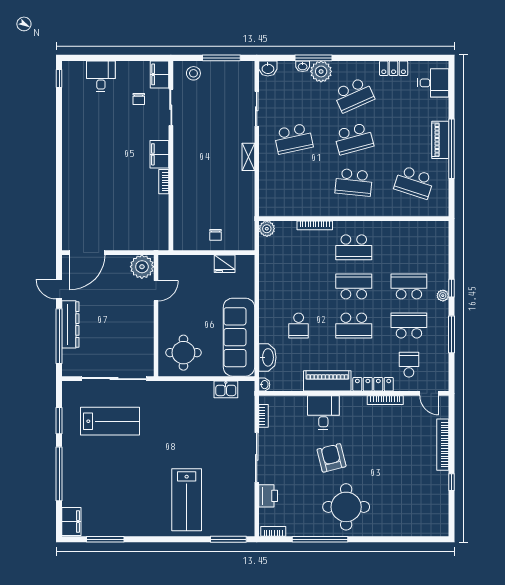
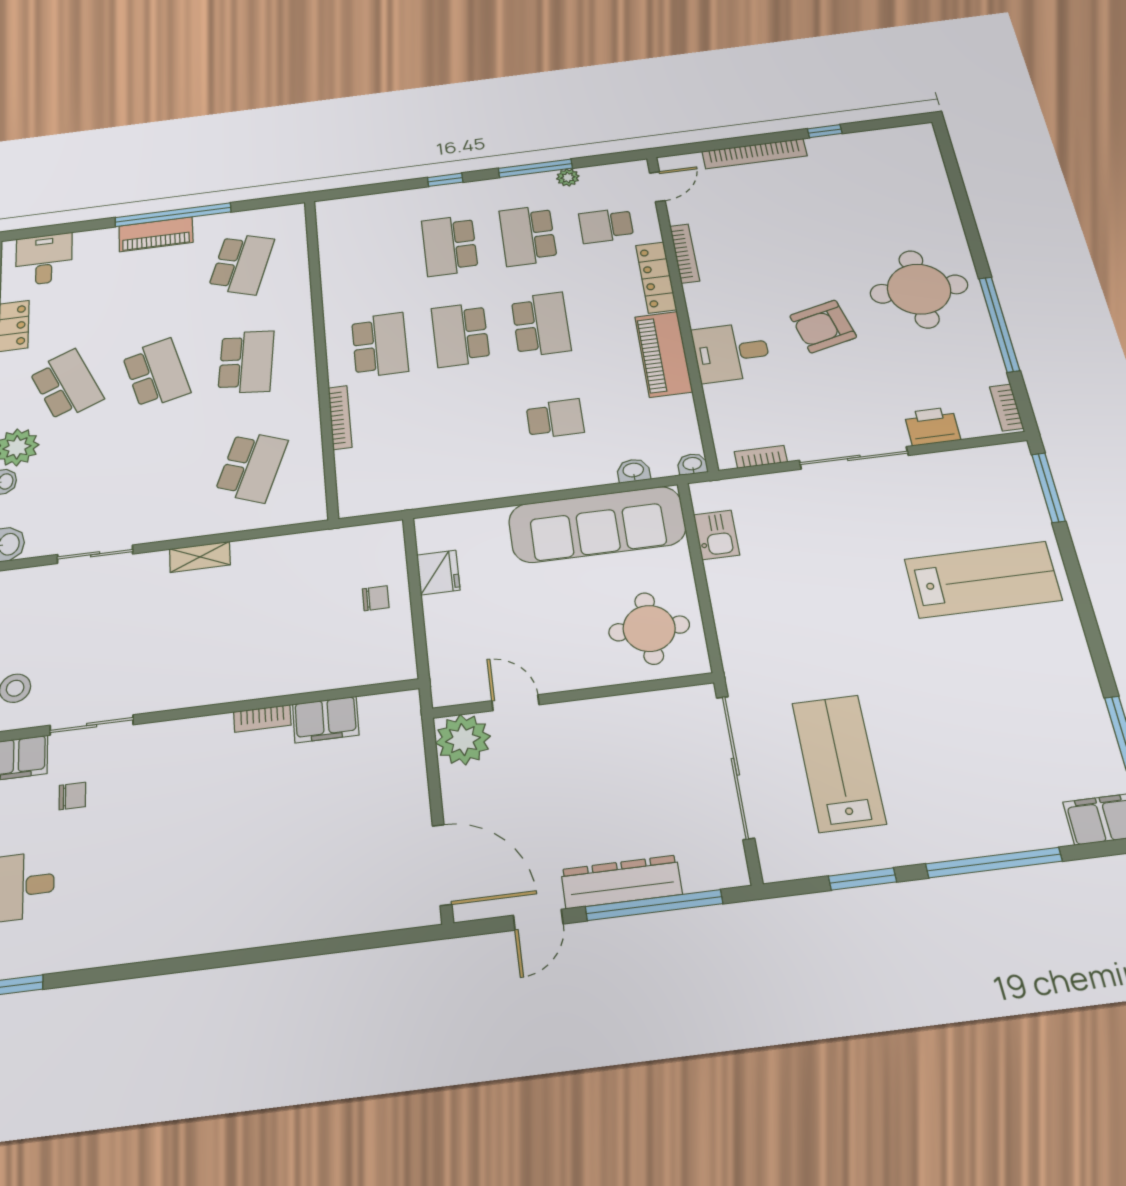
school desk: (293, 139) -> (251, 467), moved, turned 33
filing cabinet: (159, 154) -> (326, 720), moved
plant: (267, 229) -> (354, 502), removed
plant: (443, 296) -> (568, 177), moved
washbasin: (267, 357) -> (633, 471), width x0.52, depth x0.69

